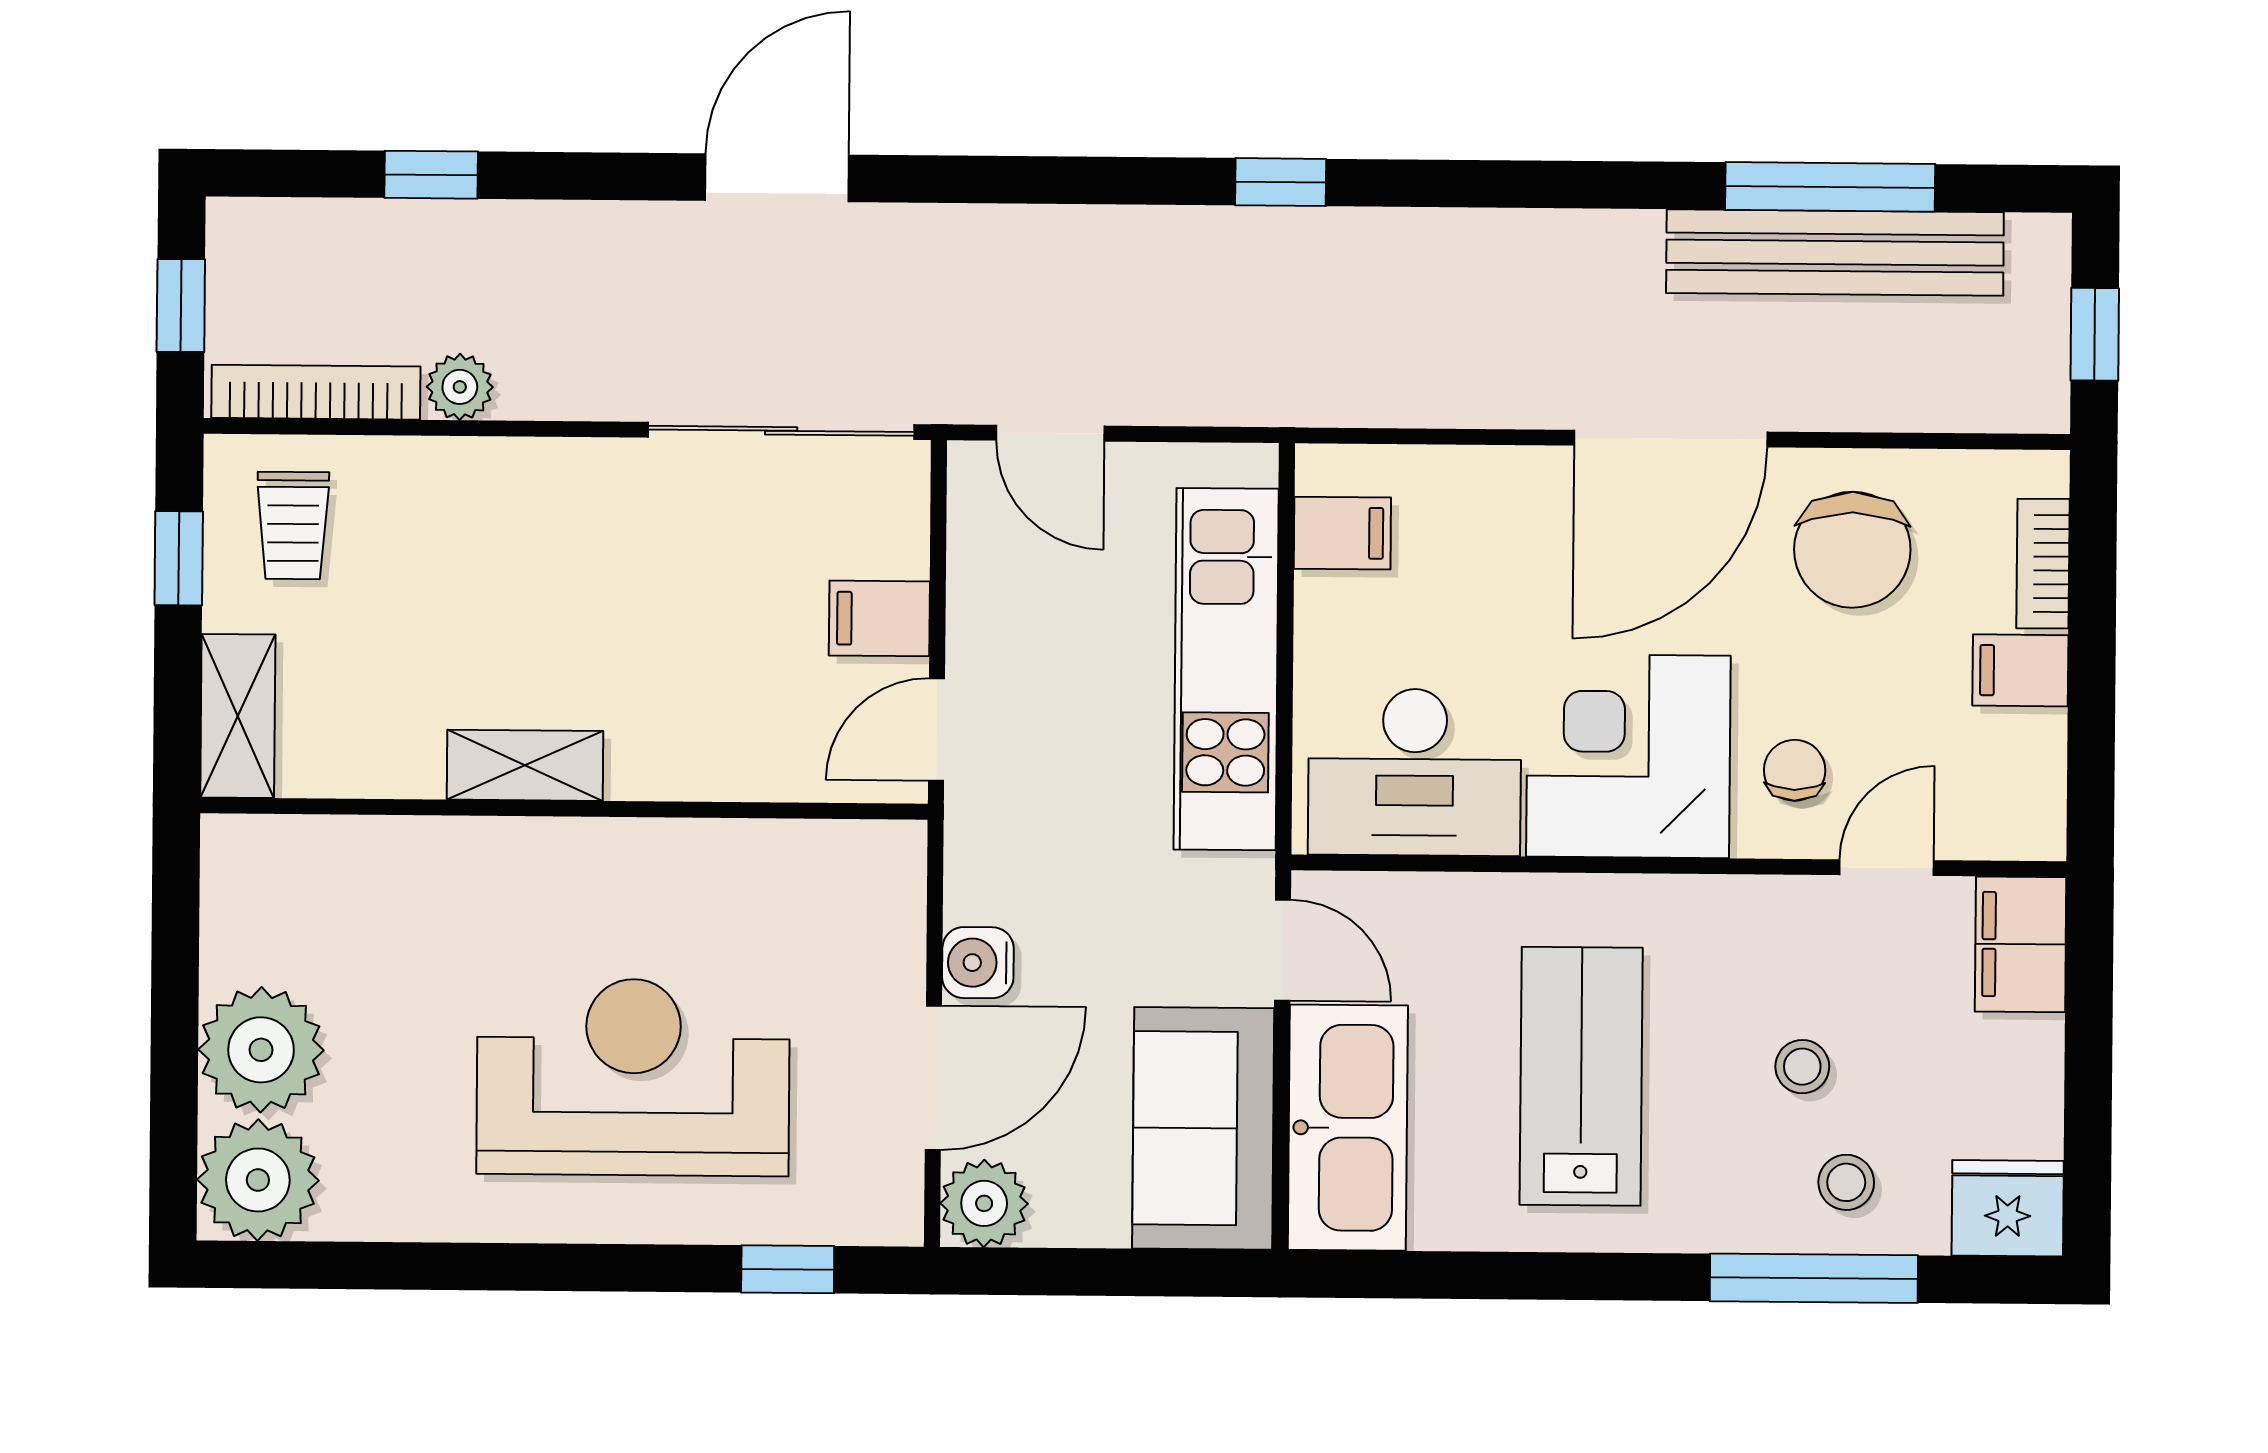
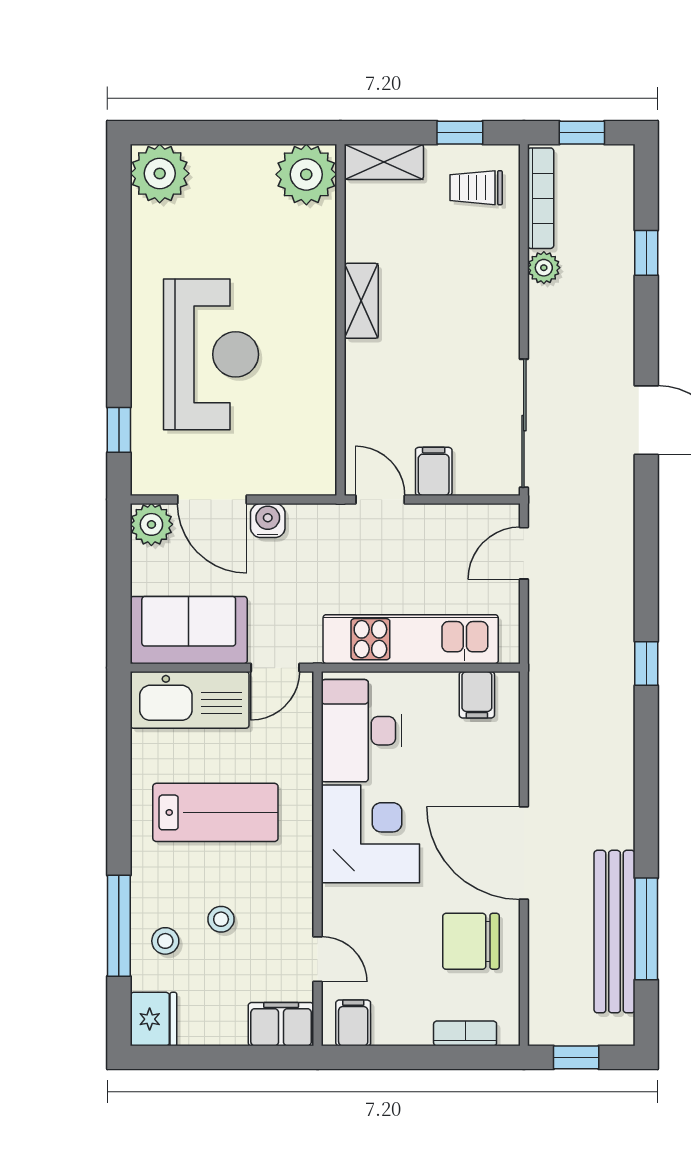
filing cabinet: (2020, 670) -> (353, 1023), moved
chair: (1795, 770) -> (364, 914), removed
plant: (261, 1050) -> (306, 174), moved

